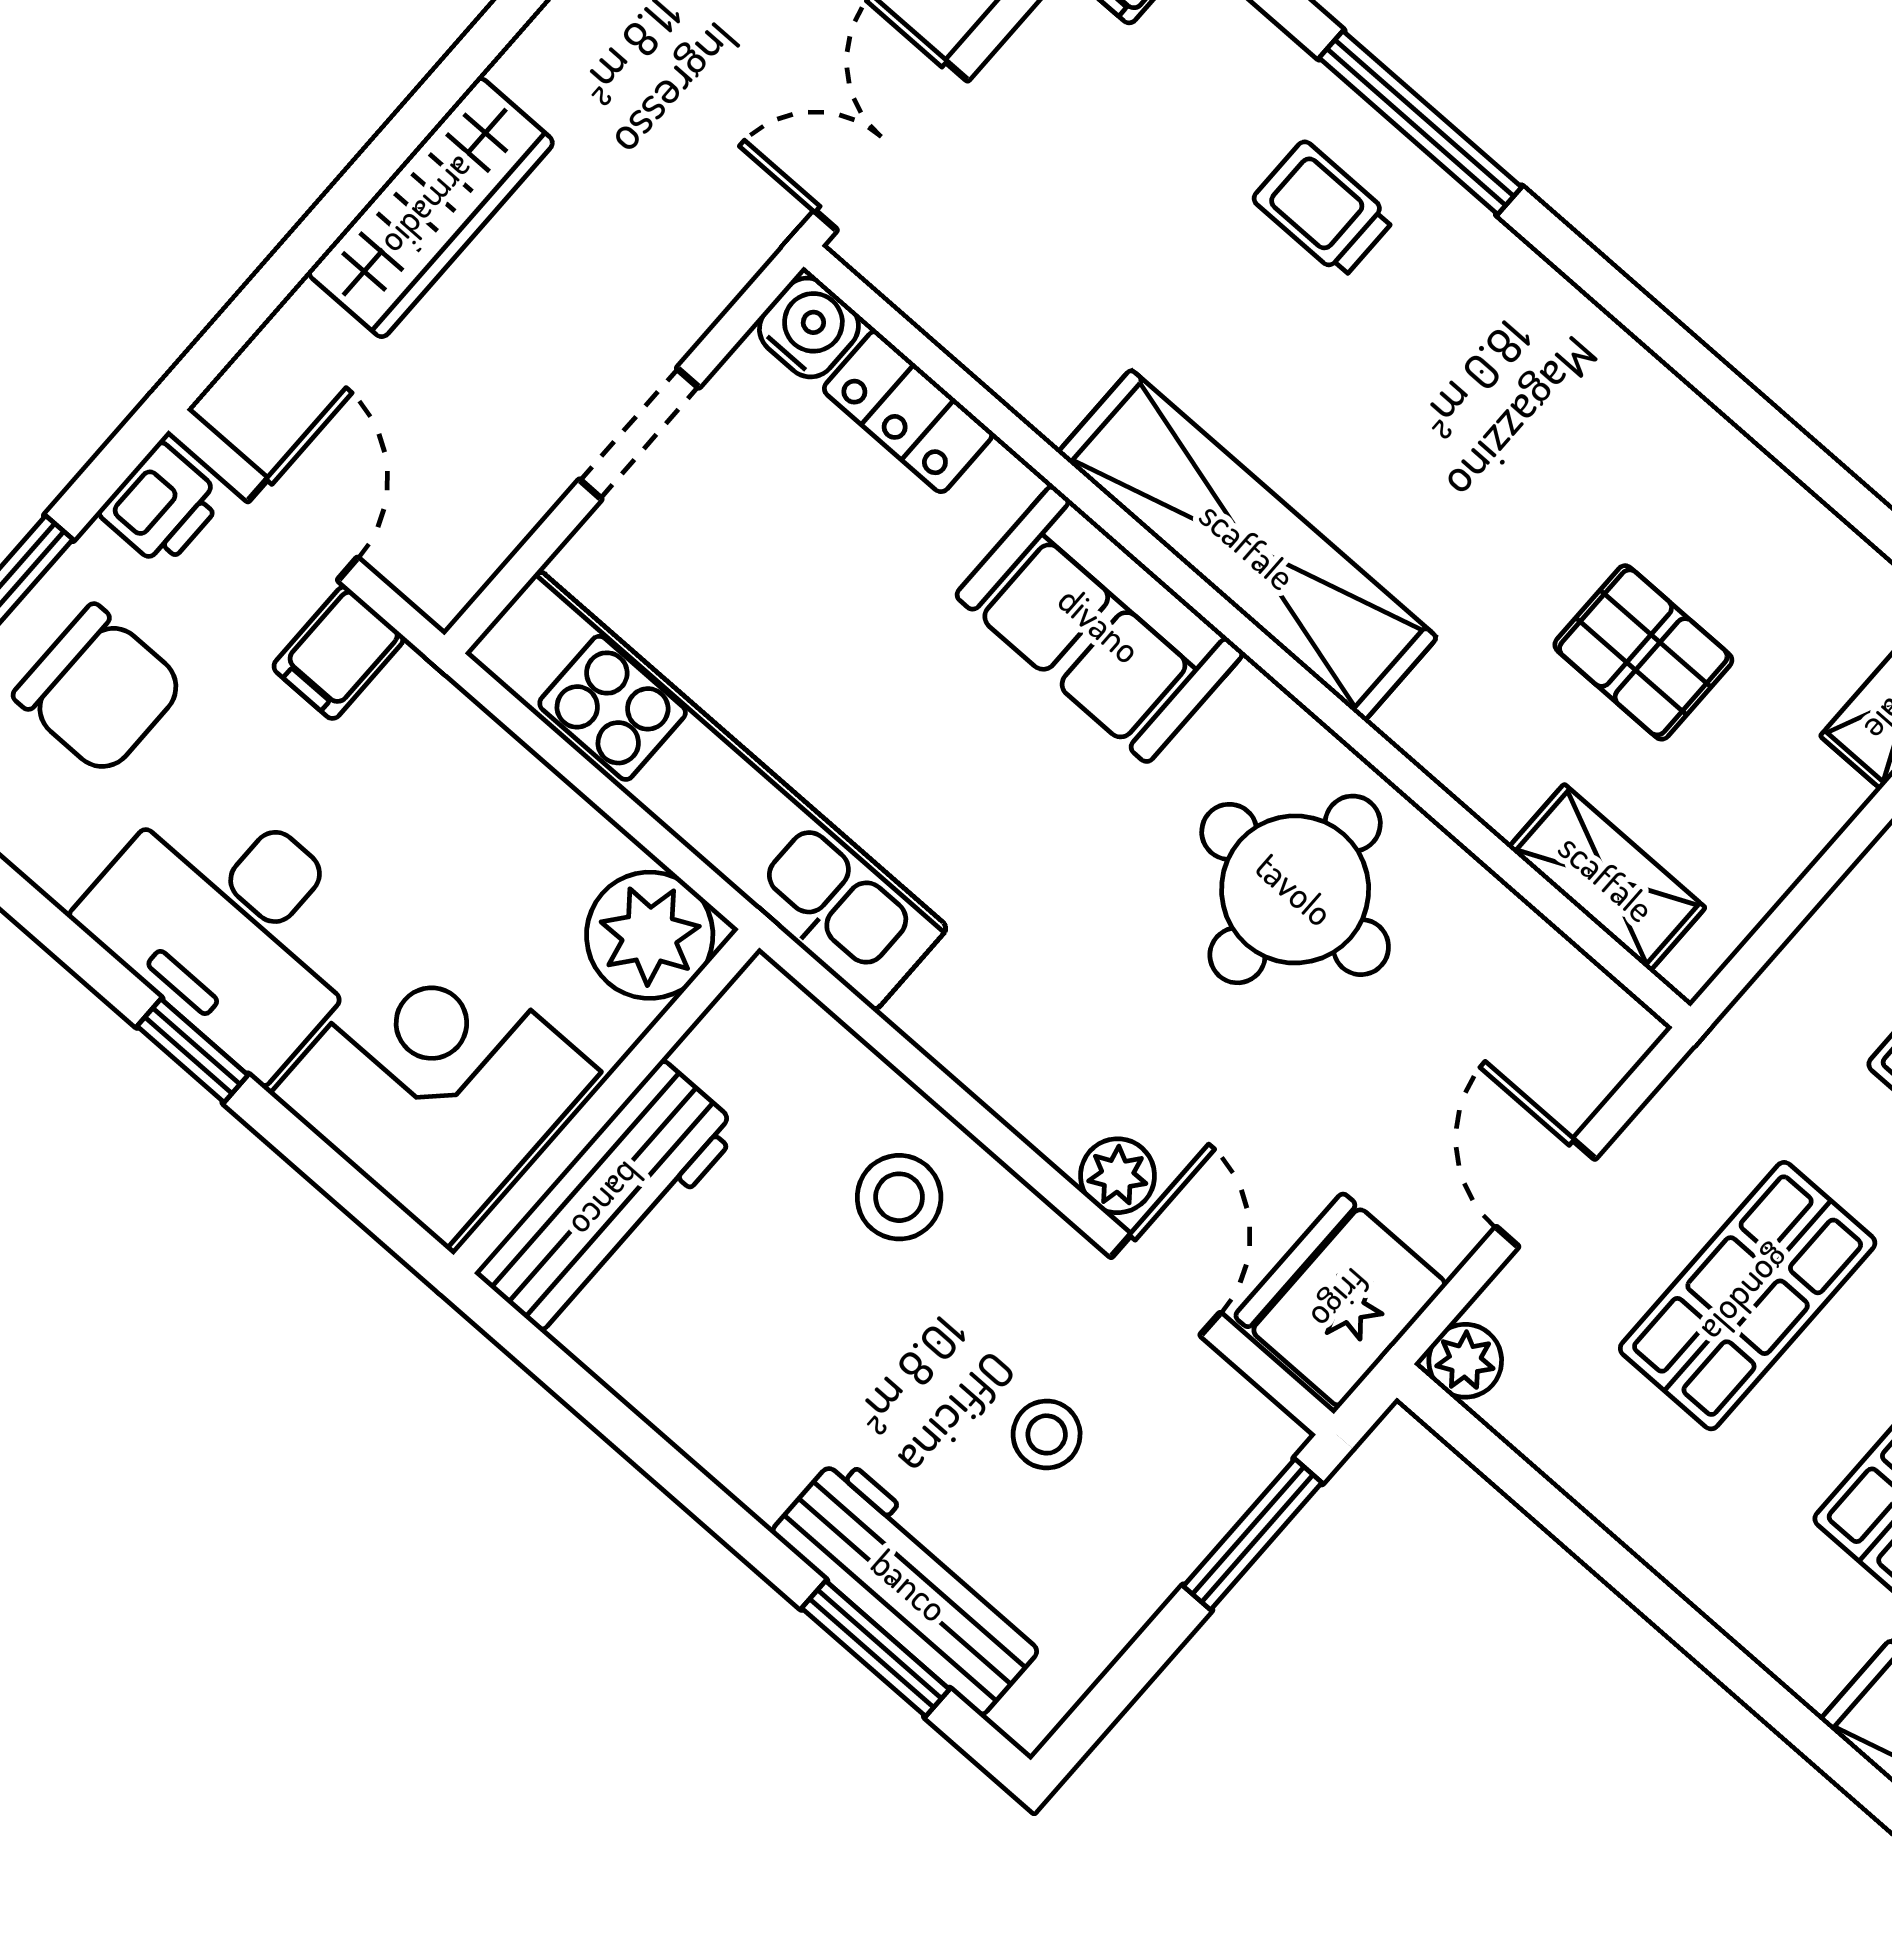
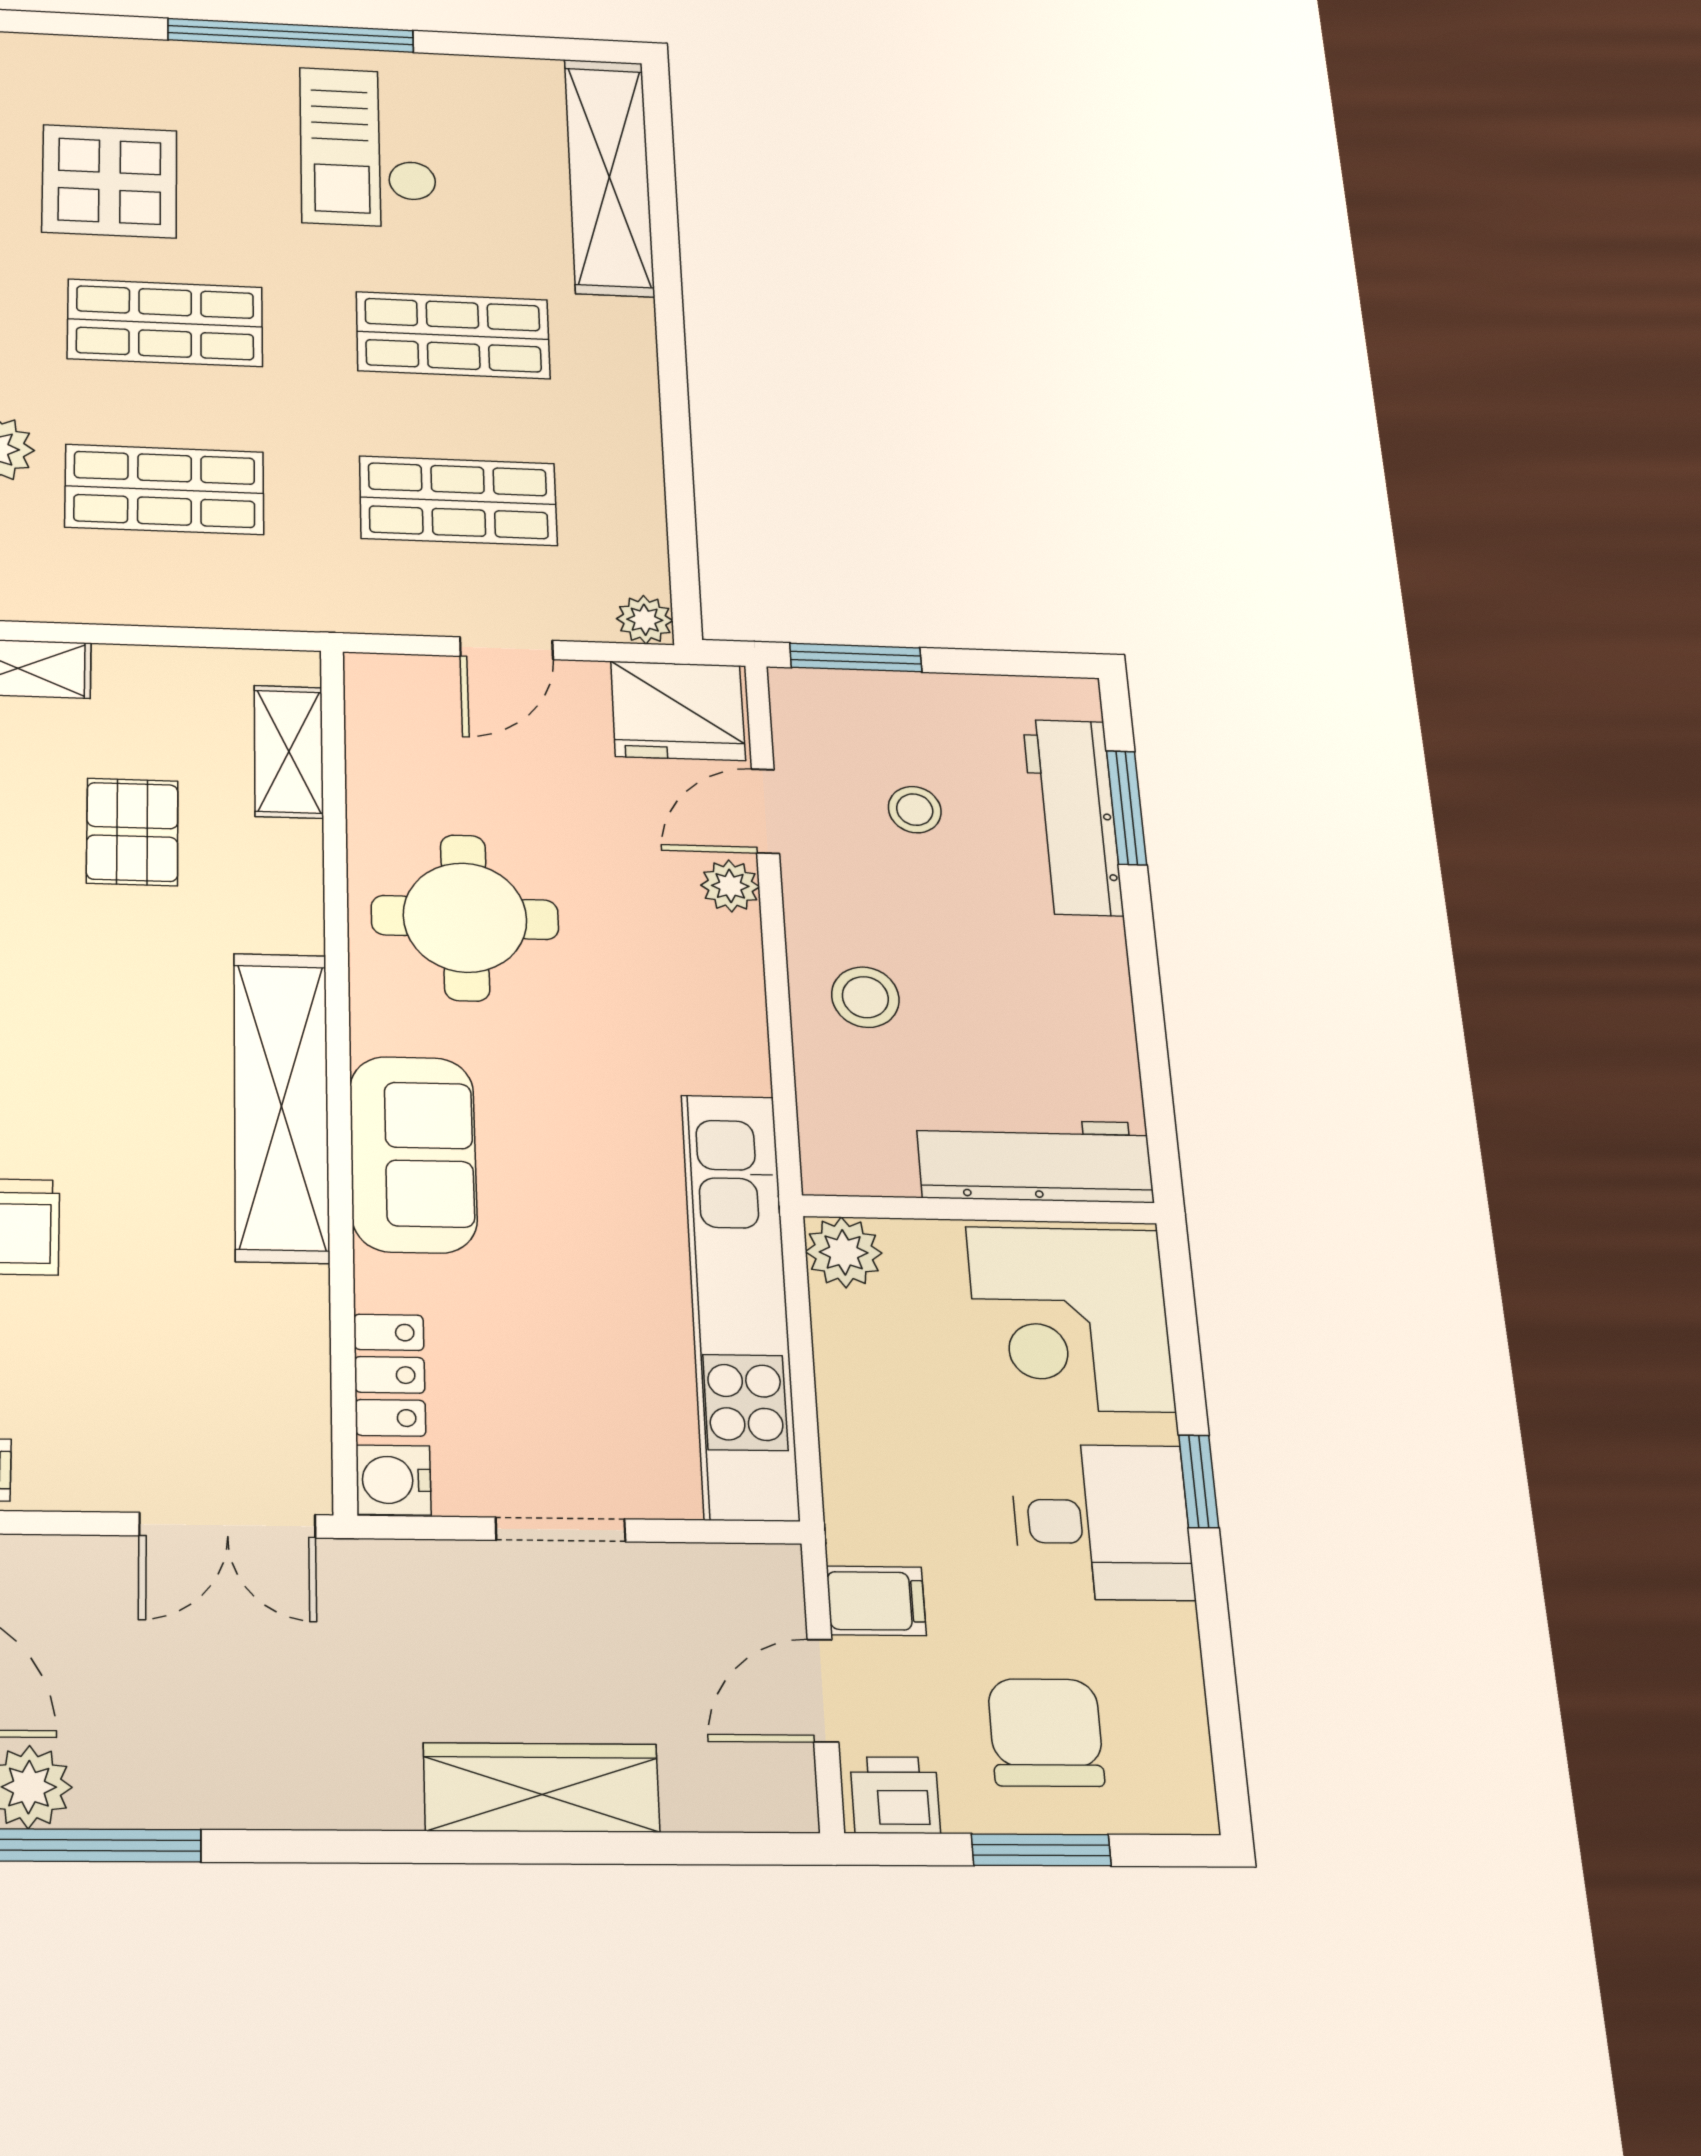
desk: (233, 925) -> (1102, 1522), width x0.73
plant: (650, 935) -> (844, 1252), width x0.73, depth x0.73

